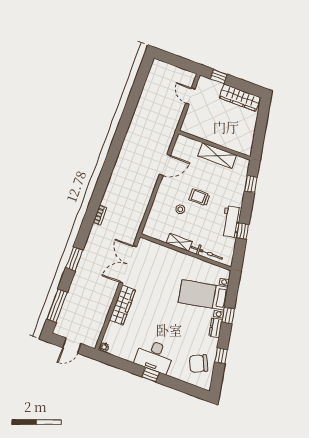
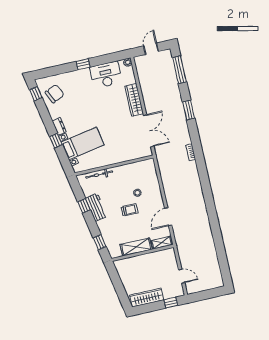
shelving: (179, 242) -> (162, 243), moved
desk: (154, 356) -> (106, 75), moved
window: (221, 356) -> (36, 94), moved

